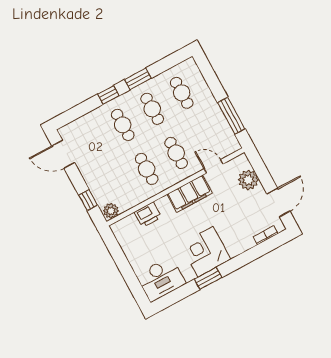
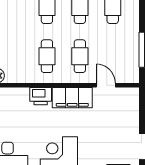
plant: (248, 180) -> (129, 113), removed
printer: (148, 215) -> (41, 96), moved

